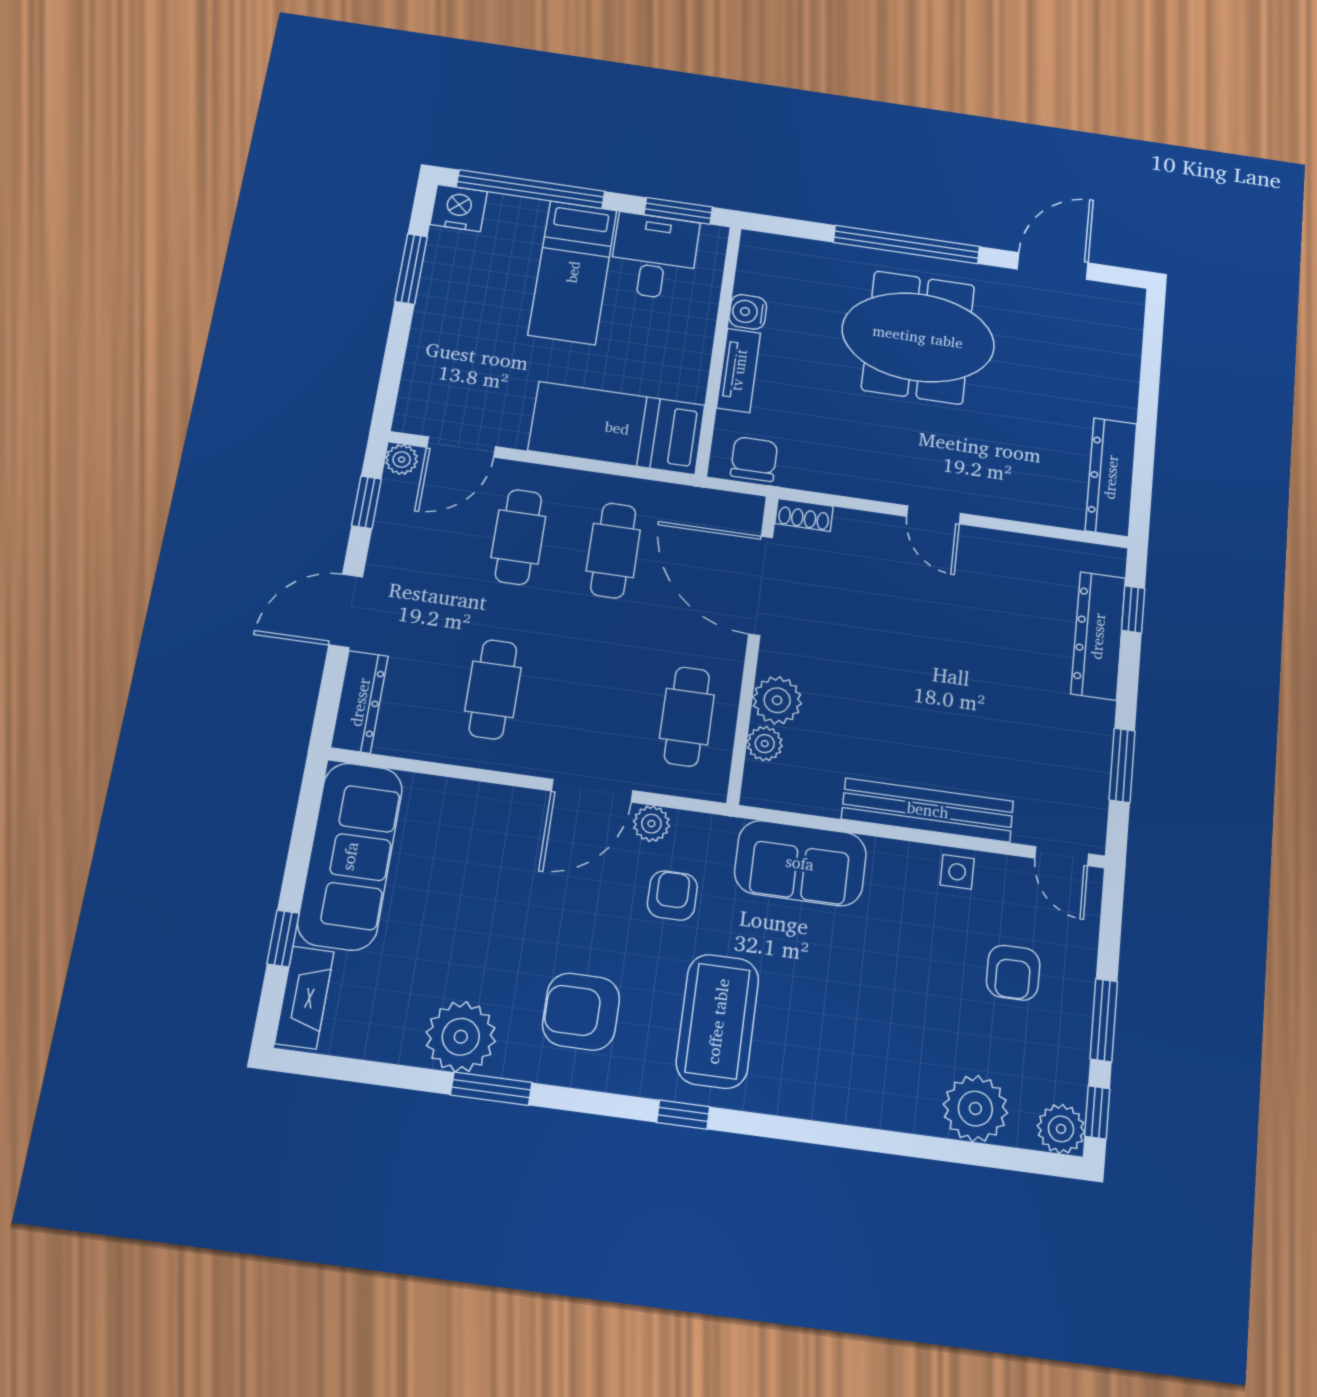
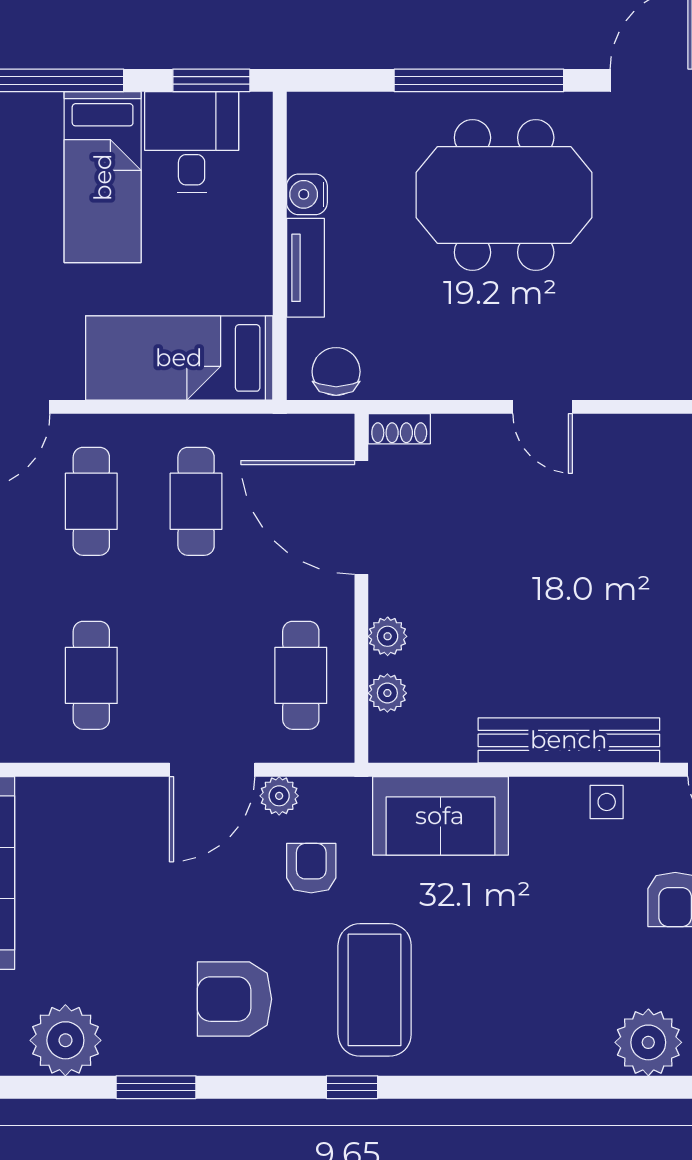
plant: (777, 700) -> (388, 636), width x0.73, depth x0.73
plant: (461, 1037) -> (65, 1040), moved

